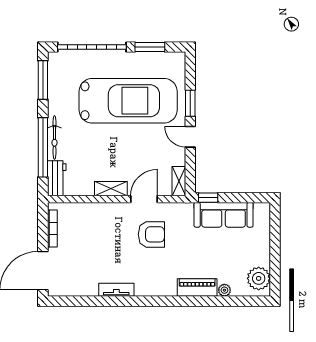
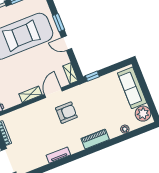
sofa: (224, 215) -> (132, 88), moved, turned 90
piano: (197, 288) -> (95, 139), moved

